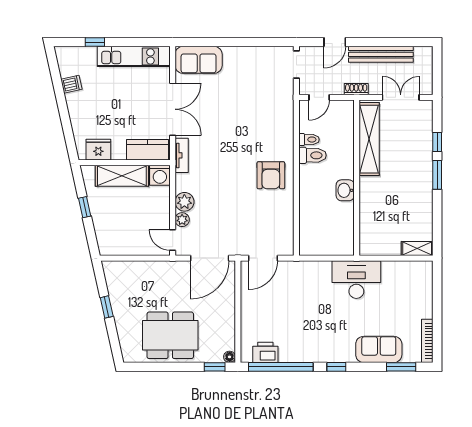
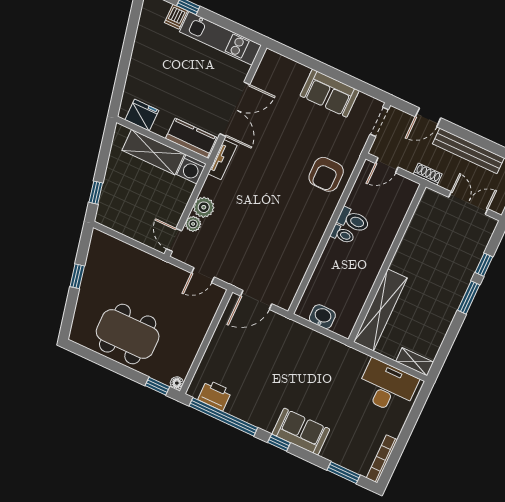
sofa: (199, 60) -> (330, 93), moved
dishwasher: (71, 84) -> (176, 17), moved, turned 102
shelving: (369, 139) -> (380, 310), moved
toilet: (309, 140) -> (342, 234), moved
armchair: (271, 175) -> (326, 174), moved
washbasin: (345, 190) -> (322, 317), moved, turned 90
window: (85, 207) -> (96, 193), moved
door: (210, 258) -> (203, 275), width x0.53
desk: (356, 280) -> (387, 387), moved
sofa: (379, 349) -> (301, 432), moved

